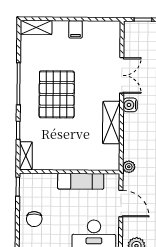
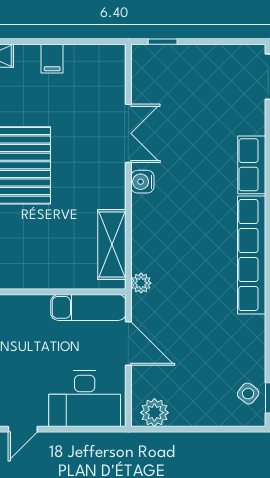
shelving: (111, 123) -> (112, 245), moved
exam couch: (81, 181) -> (88, 307), moved

